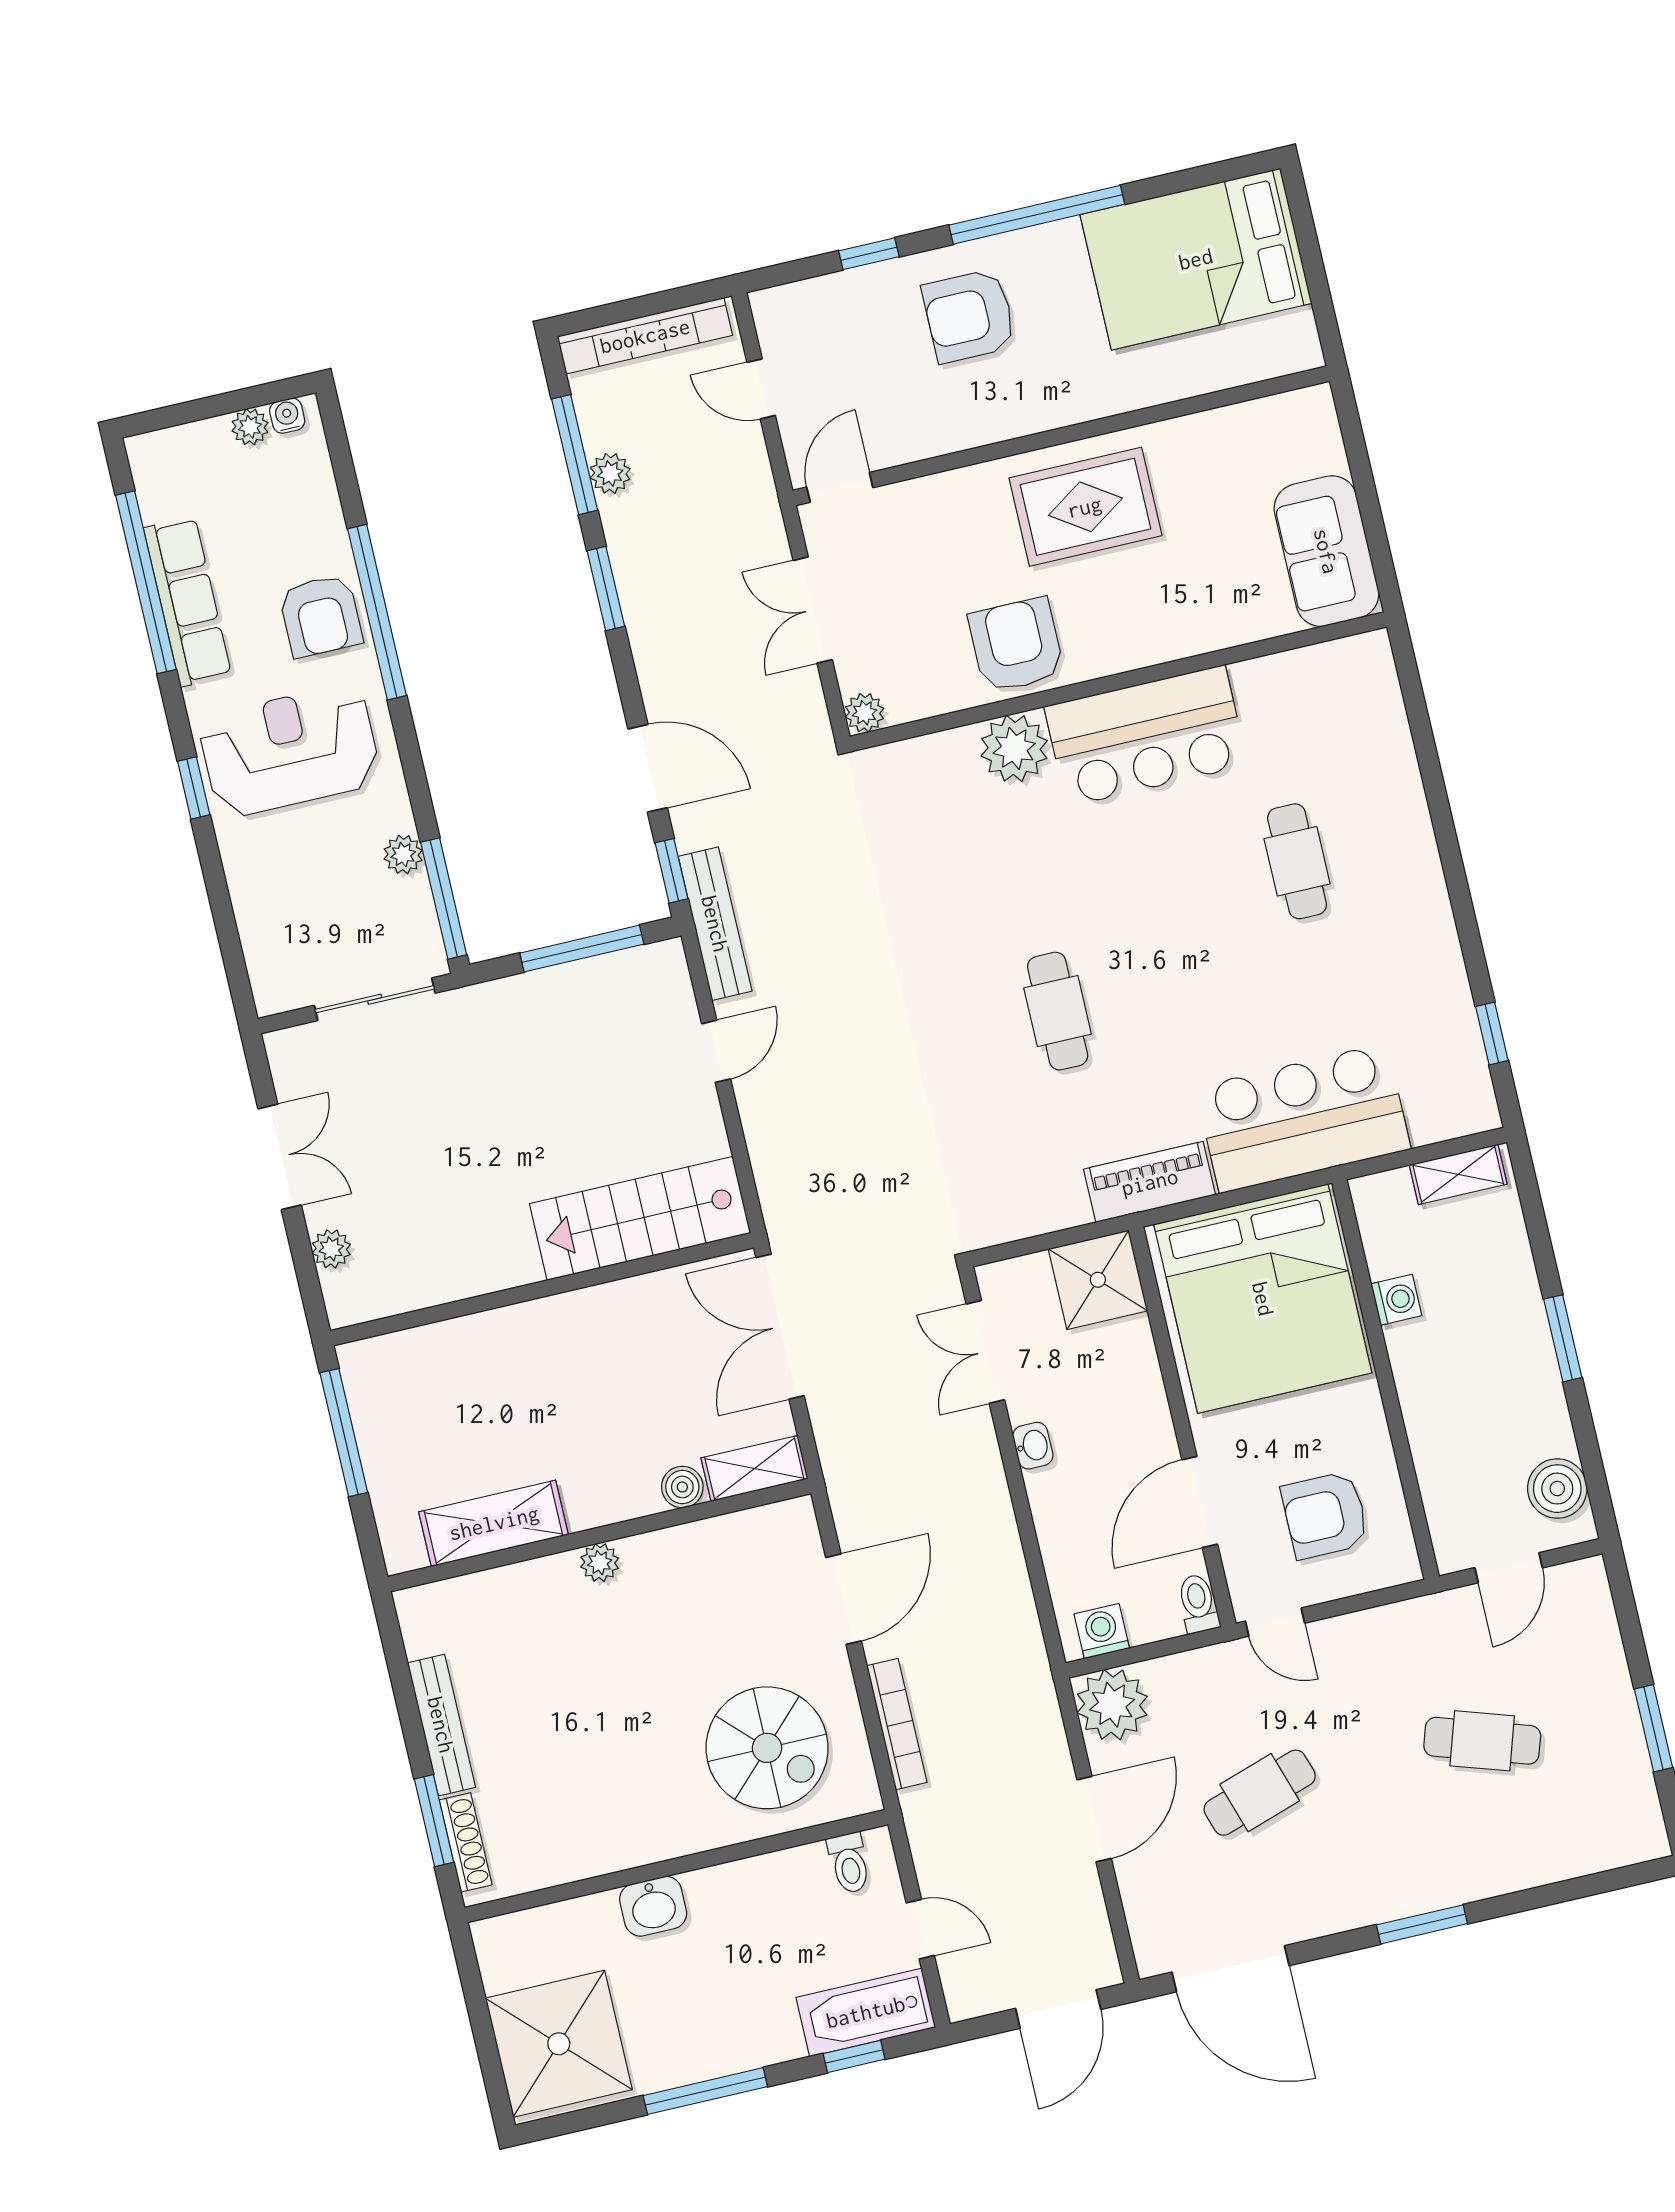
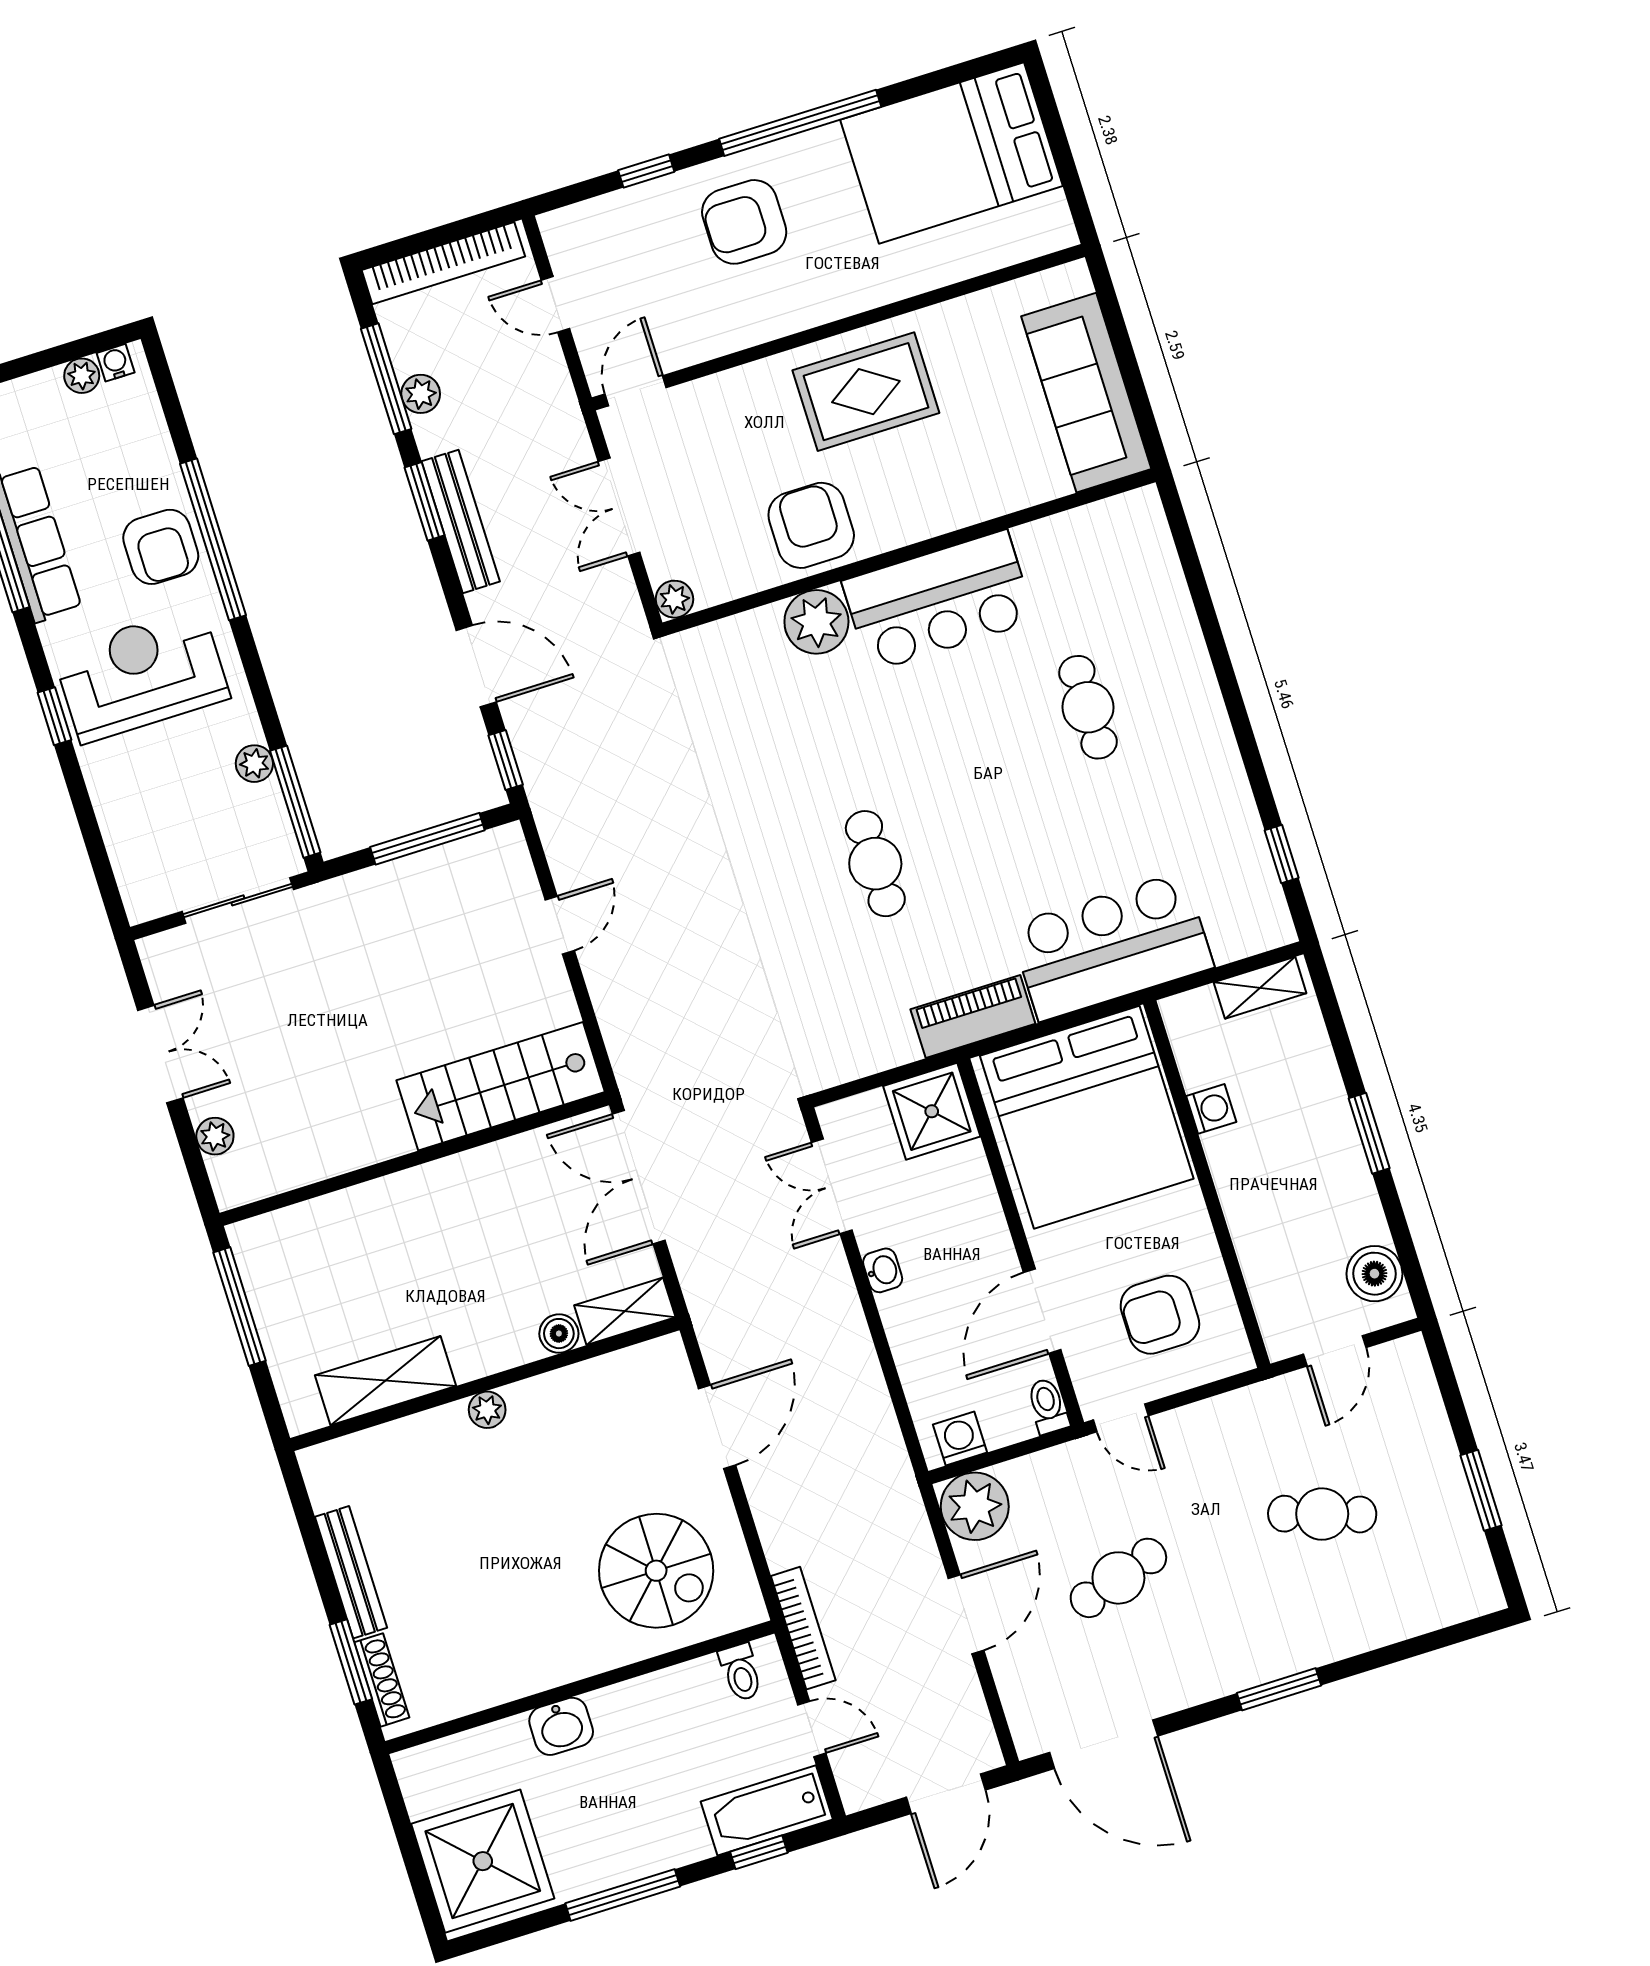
sofa: (1326, 551) -> (1086, 393), width x1.36
bench: (715, 924) -> (461, 521), moved
bookcase: (897, 1724) -> (803, 1628), moved

